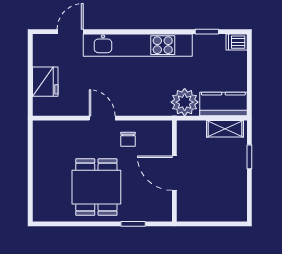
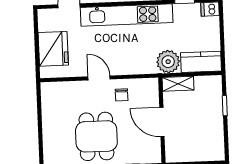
fridge: (45, 82) -> (53, 49), width x1.36, depth x1.34
shelving: (225, 129) -> (178, 84), moved

